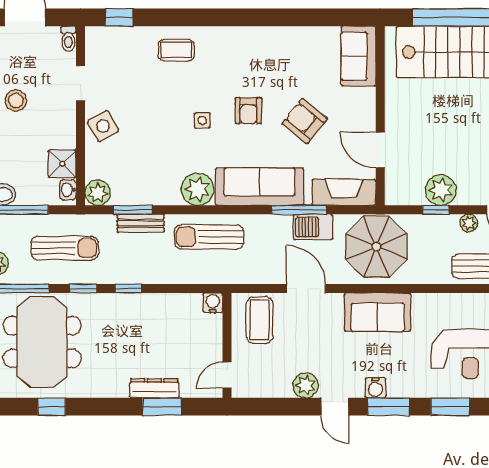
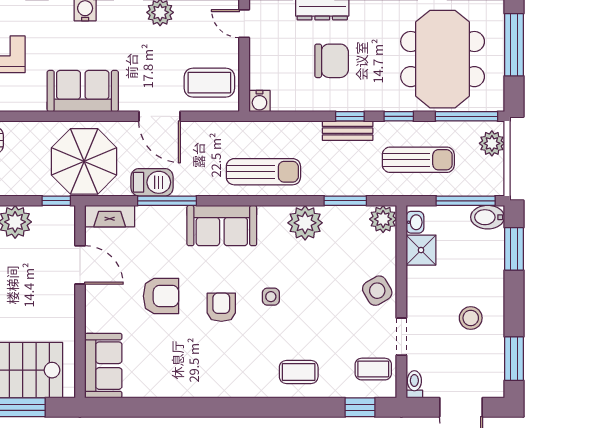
coffee table: (107, 53) -> (373, 369), added
armchair: (305, 121) -> (161, 296), turned -39
sofa: (260, 187) -> (222, 226), width x0.73
plant: (197, 189) -> (305, 223), moved
fireplace: (344, 192) -> (110, 216), width x0.73, depth x0.76
window: (436, 210) -> (56, 201), moved
bench: (141, 223) -> (348, 131), moved
sun lounger: (65, 248) -> (418, 160), turned 180
coffee table: (260, 320) -> (209, 83), turned 90
chair: (146, 340) -> (332, 61), added
door: (227, 375) -> (244, 24), swing flipped

